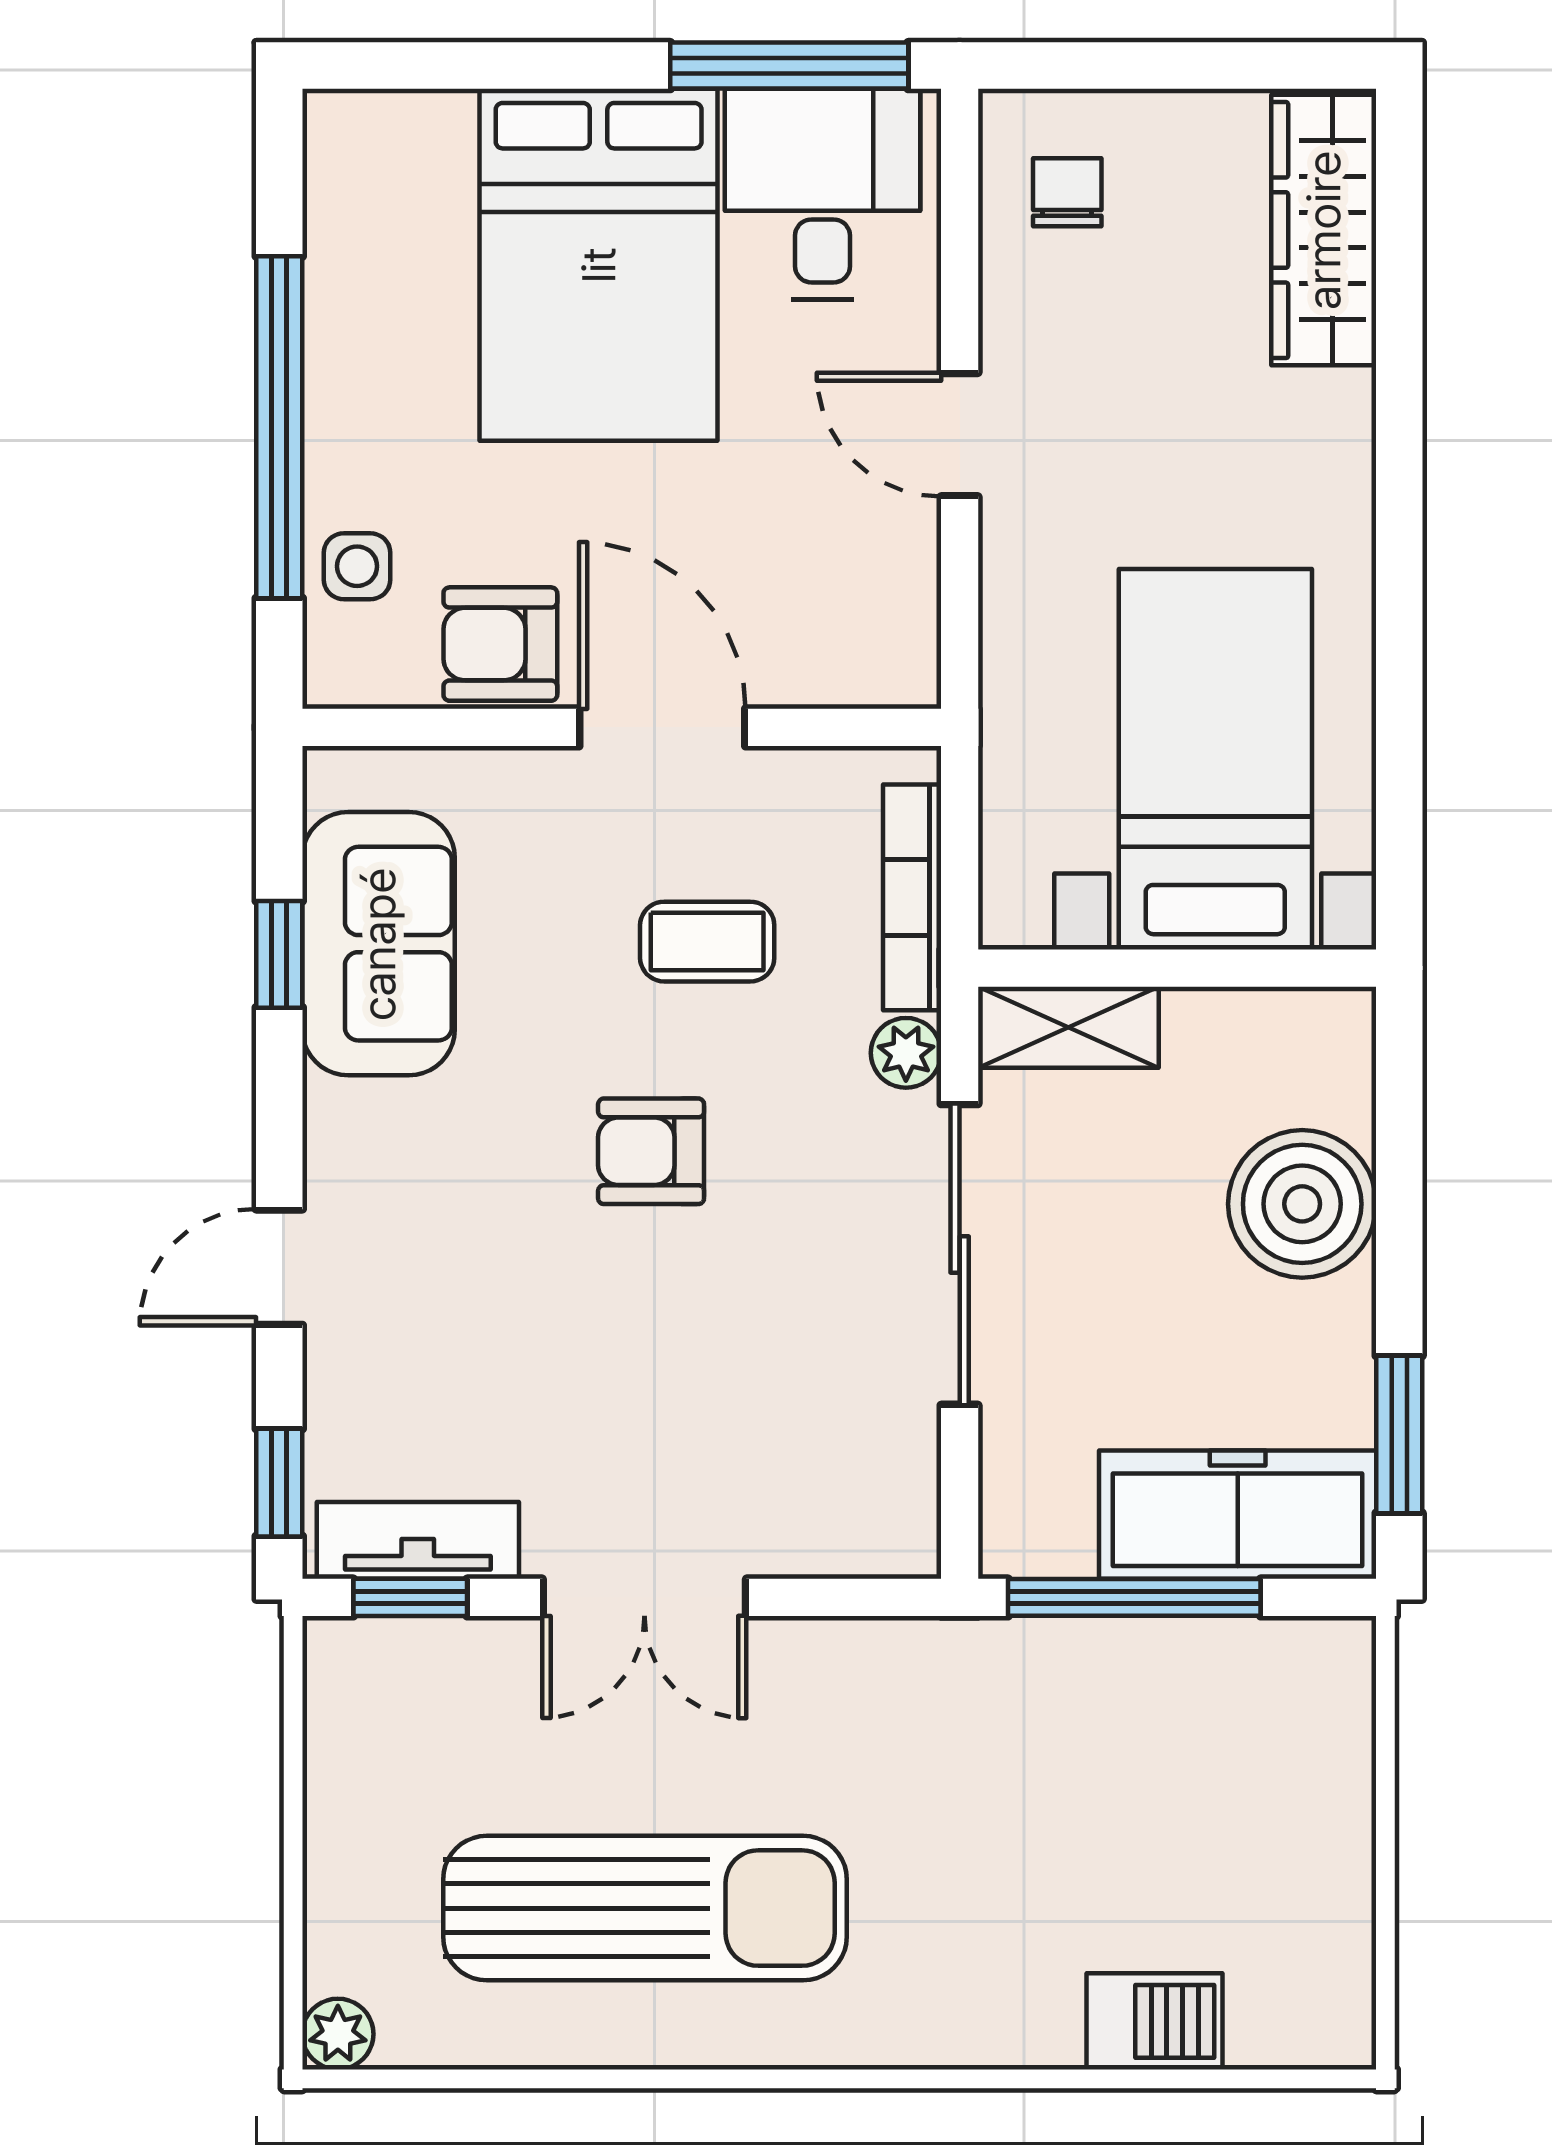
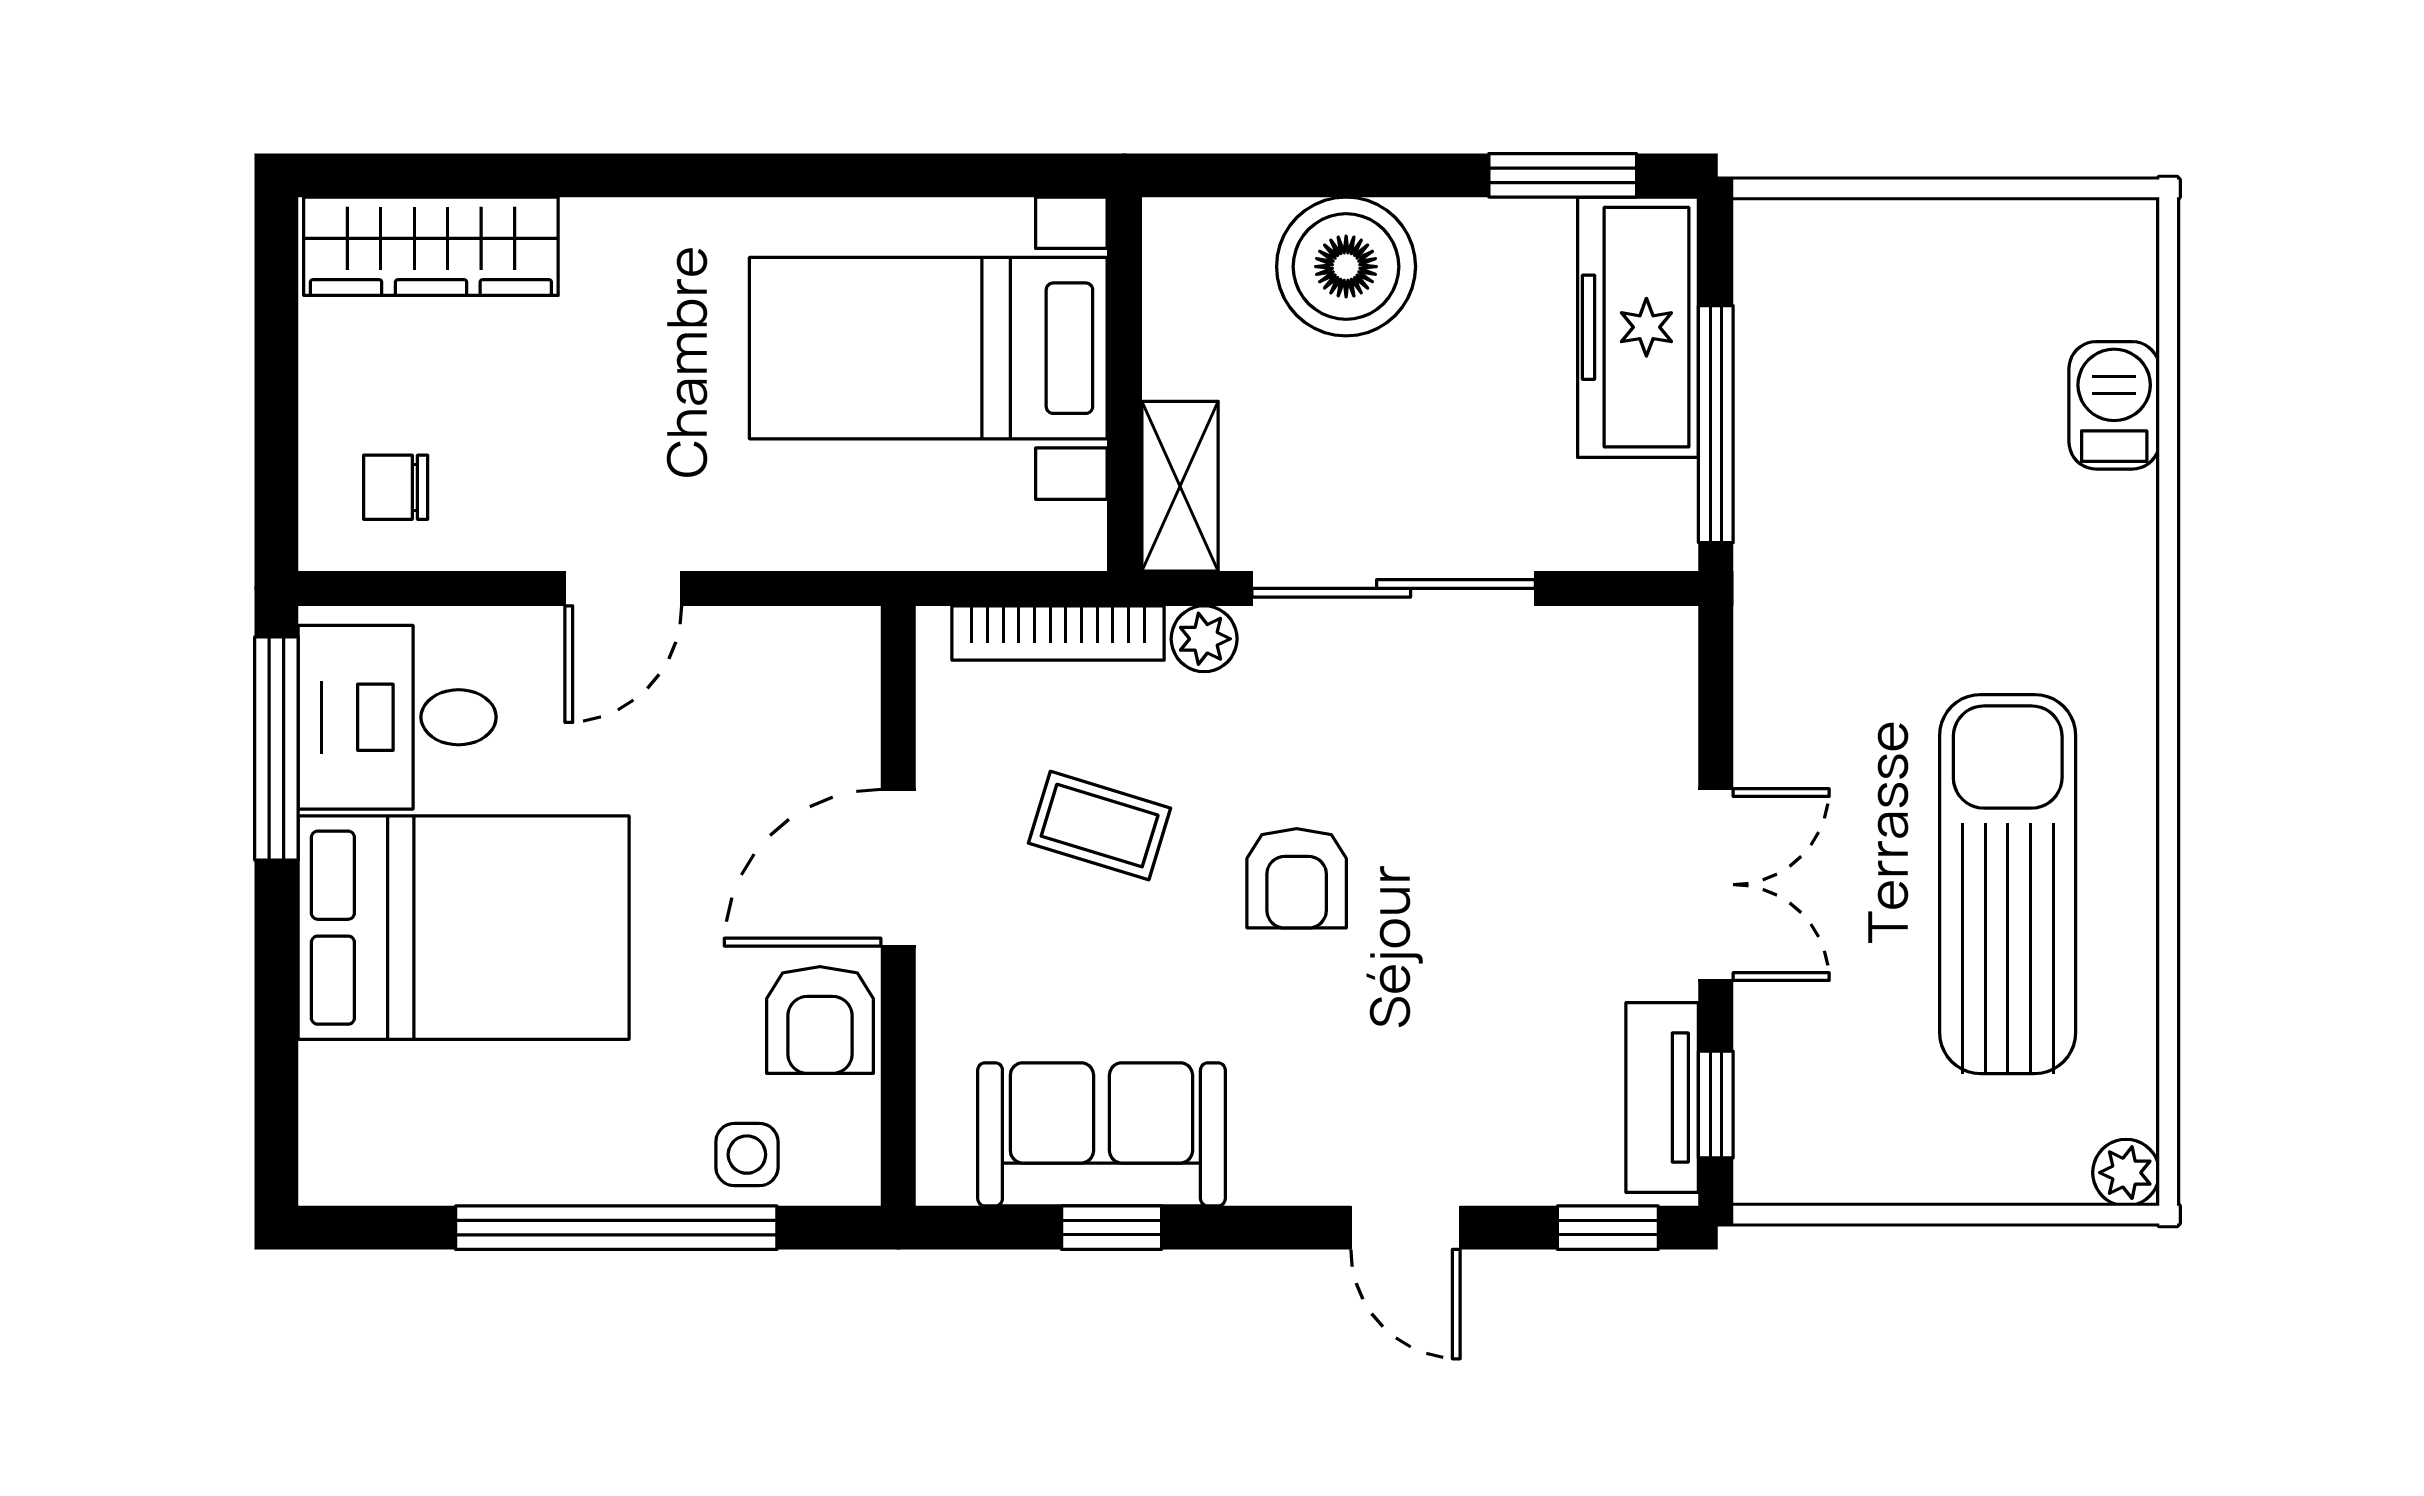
coffee table: (707, 942) -> (1100, 826), turned -73

